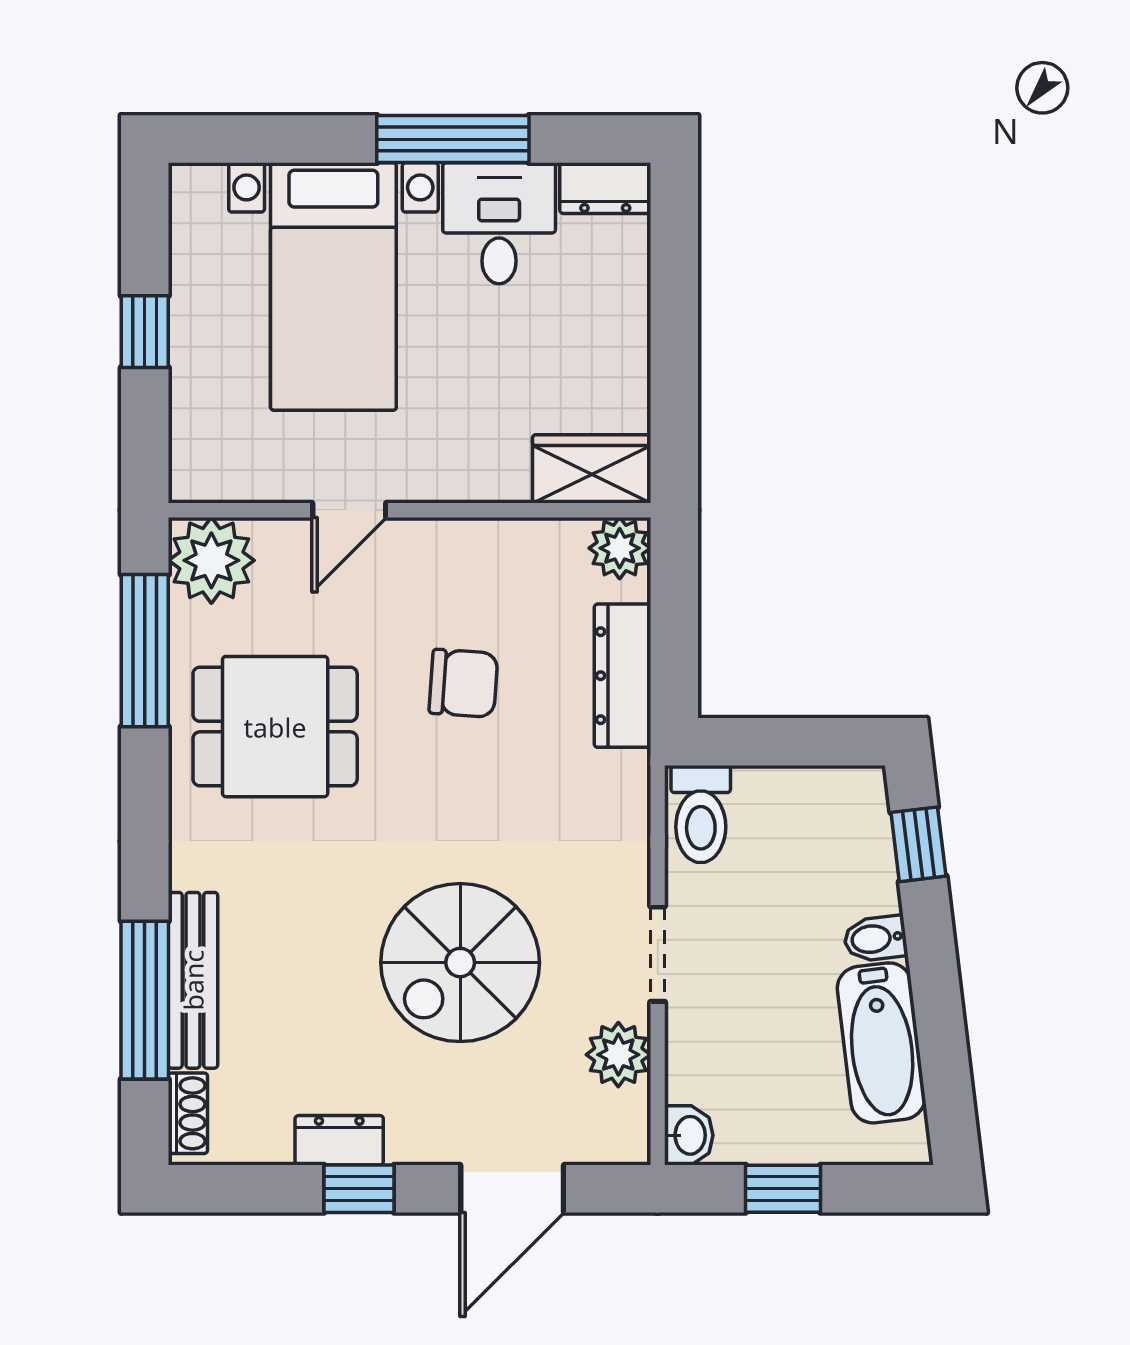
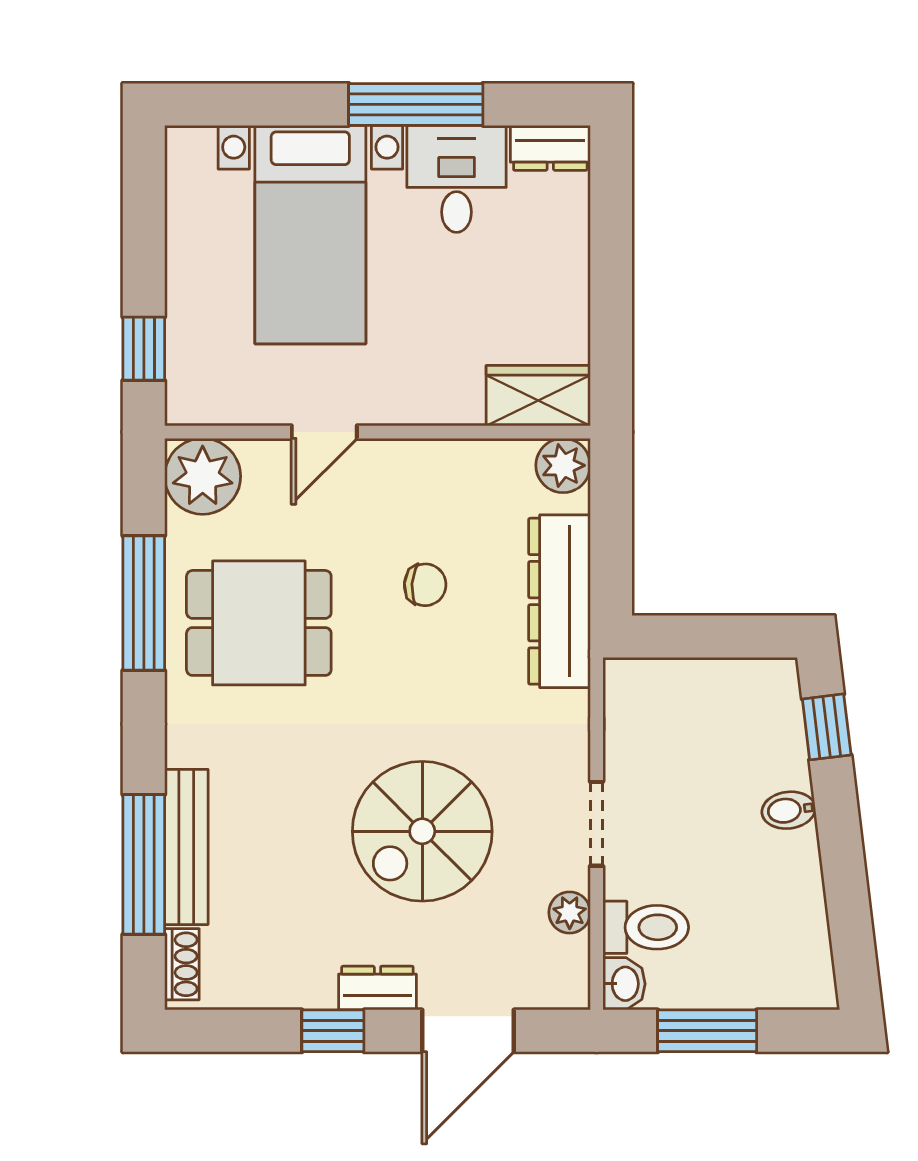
window: (145, 332) -> (144, 349), moved
window: (145, 651) -> (144, 603), moved
dresser: (622, 676) -> (559, 601), width x1.37, depth x1.24
chair: (463, 683) -> (425, 585), width x0.73, depth x0.73
toilet: (701, 814) -> (646, 927), moved, turned -90
bathtub: (881, 1043) -> (794, 902), removed
plant: (618, 1055) -> (570, 912), width x0.73, depth x0.73
dresser: (339, 1140) -> (377, 988), moved
window: (783, 1189) -> (707, 1031), width x1.50

